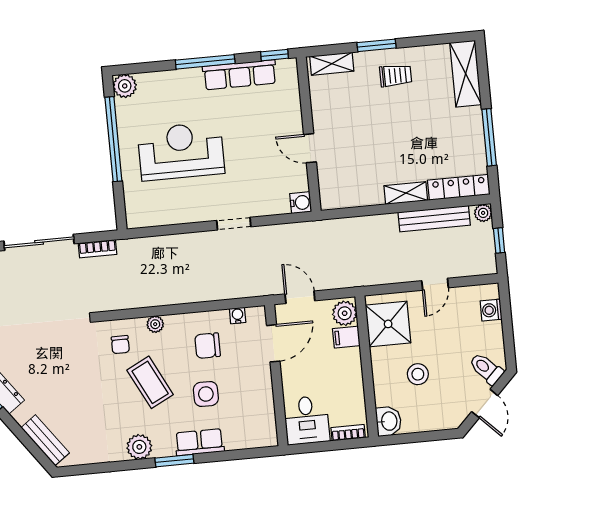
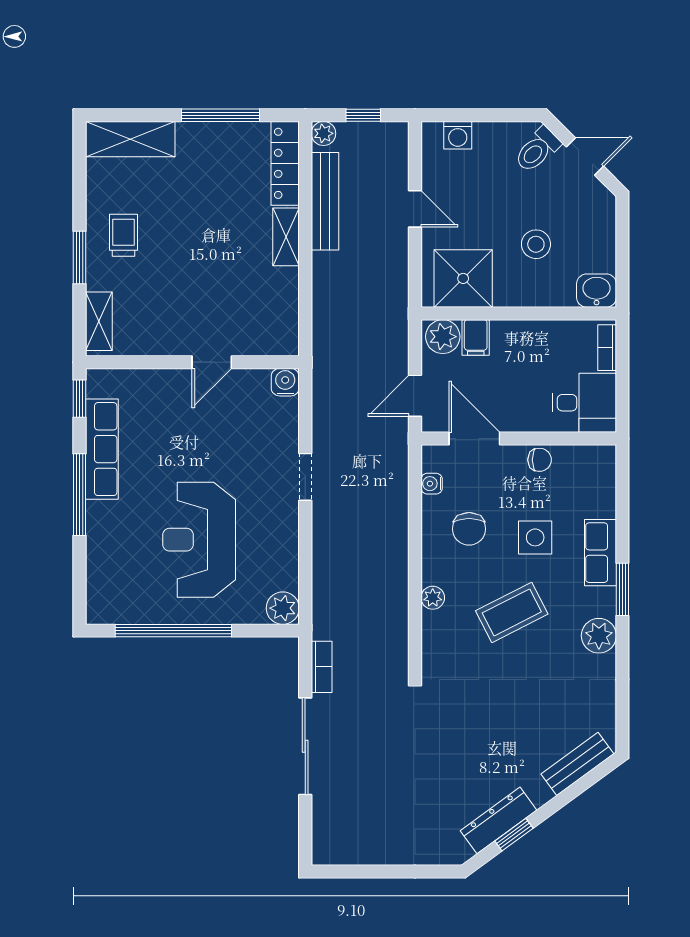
plant: (125, 86) -> (283, 608), moved
chair: (120, 345) -> (540, 460), moved

